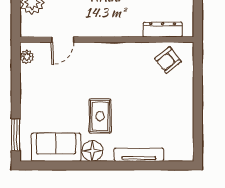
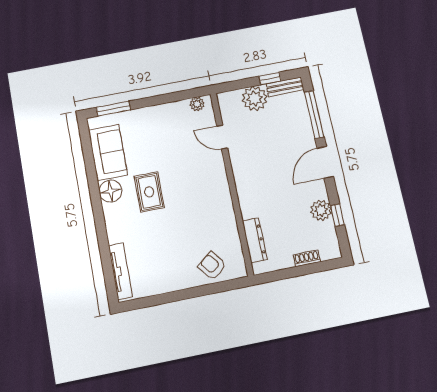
armchair: (168, 60) -> (212, 266), moved
rug: (100, 116) -> (149, 192), turned 90
tv unit: (139, 155) -> (120, 271), moved

